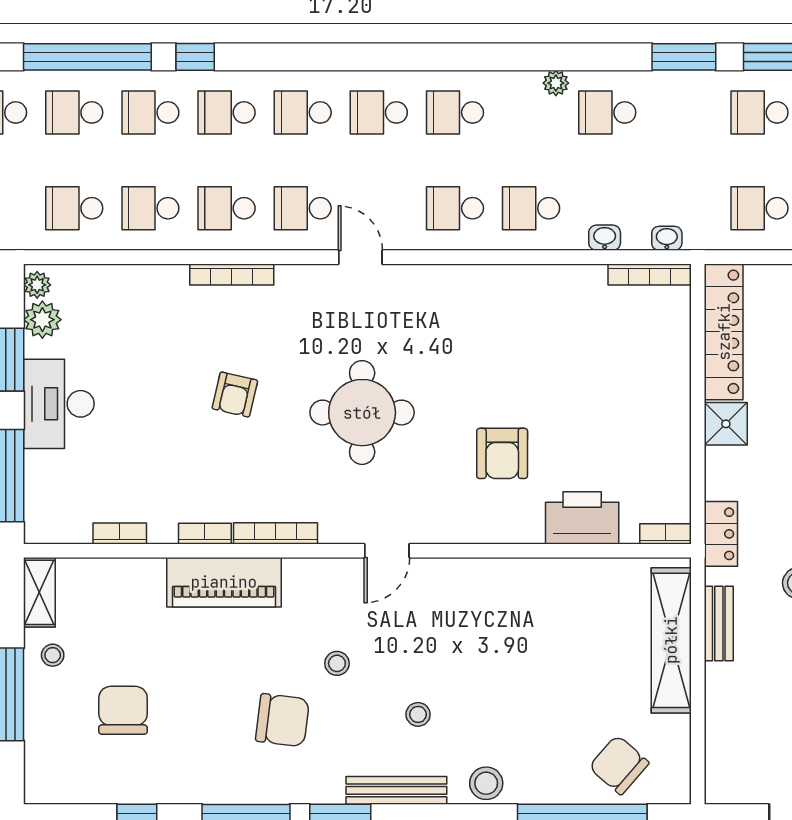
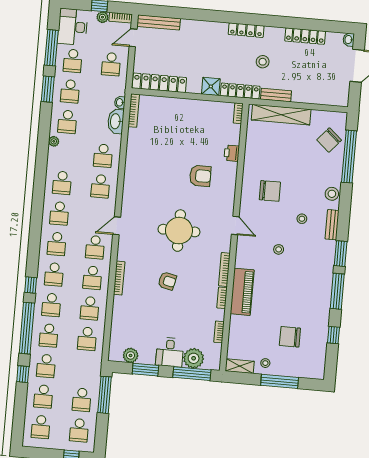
school desk: (683, 112) -> (70, 91), added
washbasin: (605, 238) -> (116, 121), width x1.91, depth x1.45
plant: (37, 285) -> (194, 358), moved, width x1.88, depth x1.88
desk: (59, 404) -> (170, 352), width x0.73
shower: (726, 424) -> (211, 86), moved
printer: (582, 518) -> (232, 153), width x0.53, depth x0.68
locker: (721, 534) -> (240, 91), width x1.53
chair: (282, 720) -> (270, 191), moved, turned 83
bench: (396, 790) -> (332, 225), width x0.73

